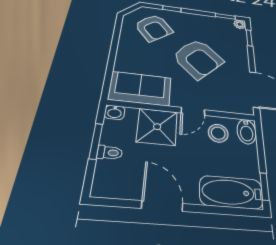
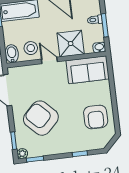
armchair: (154, 28) -> (96, 117), moved, turned -142
armchair: (198, 58) -> (41, 118), moved
door: (193, 111) -> (49, 60), hinge flipped

